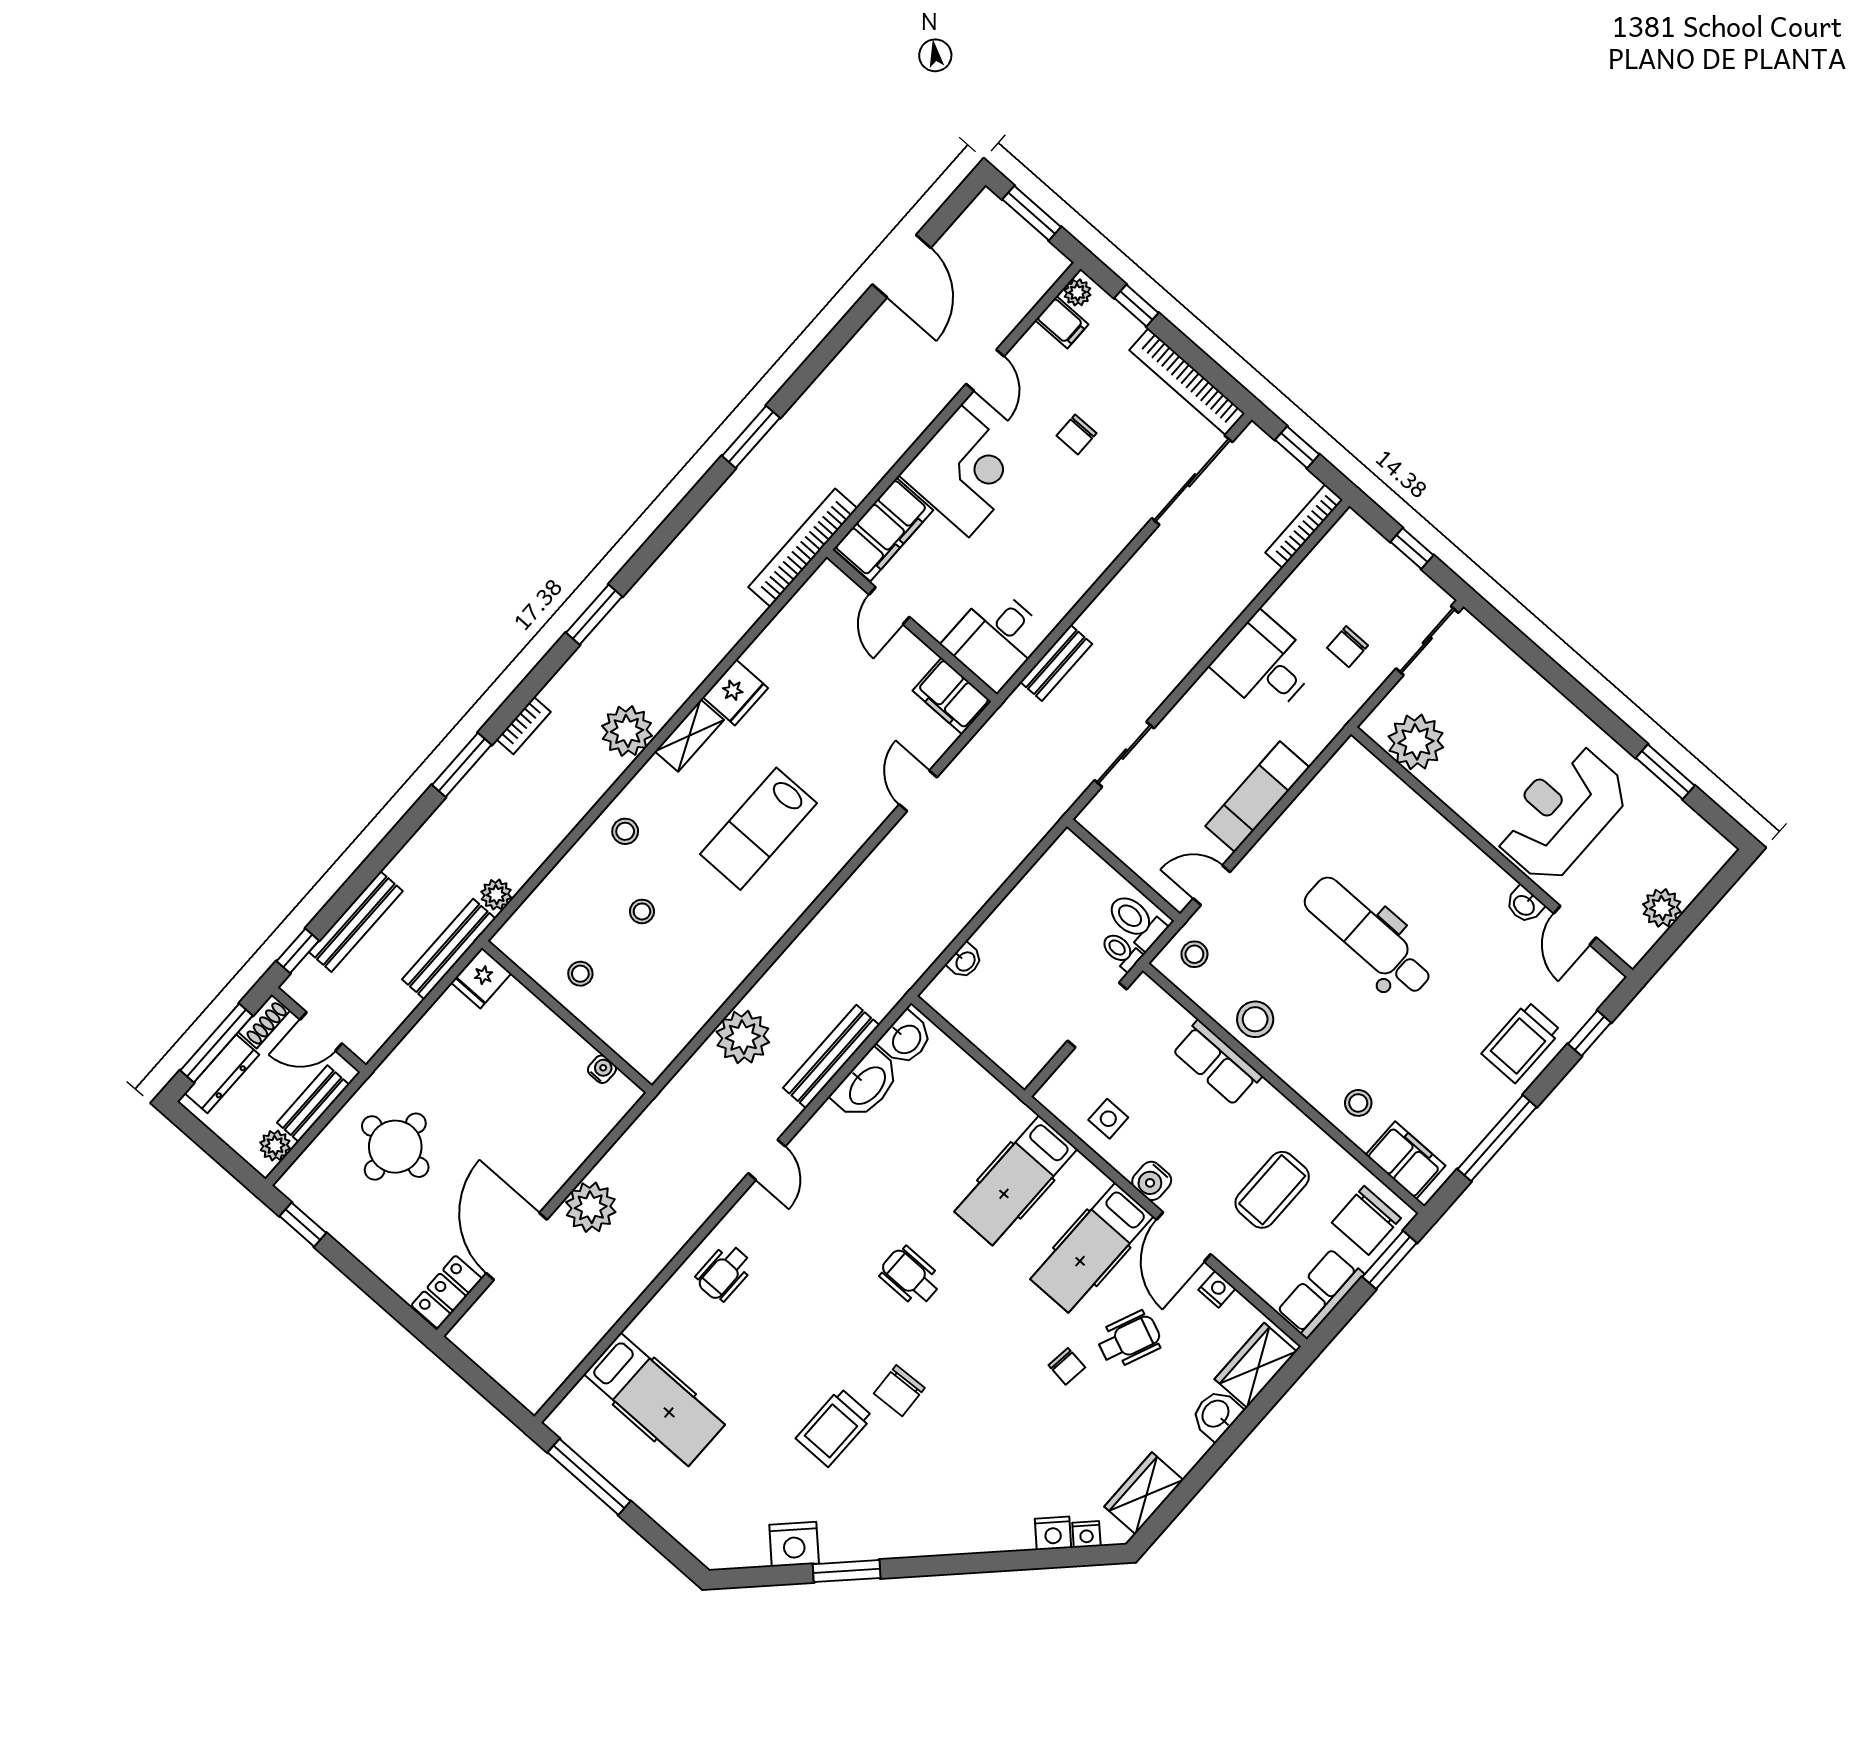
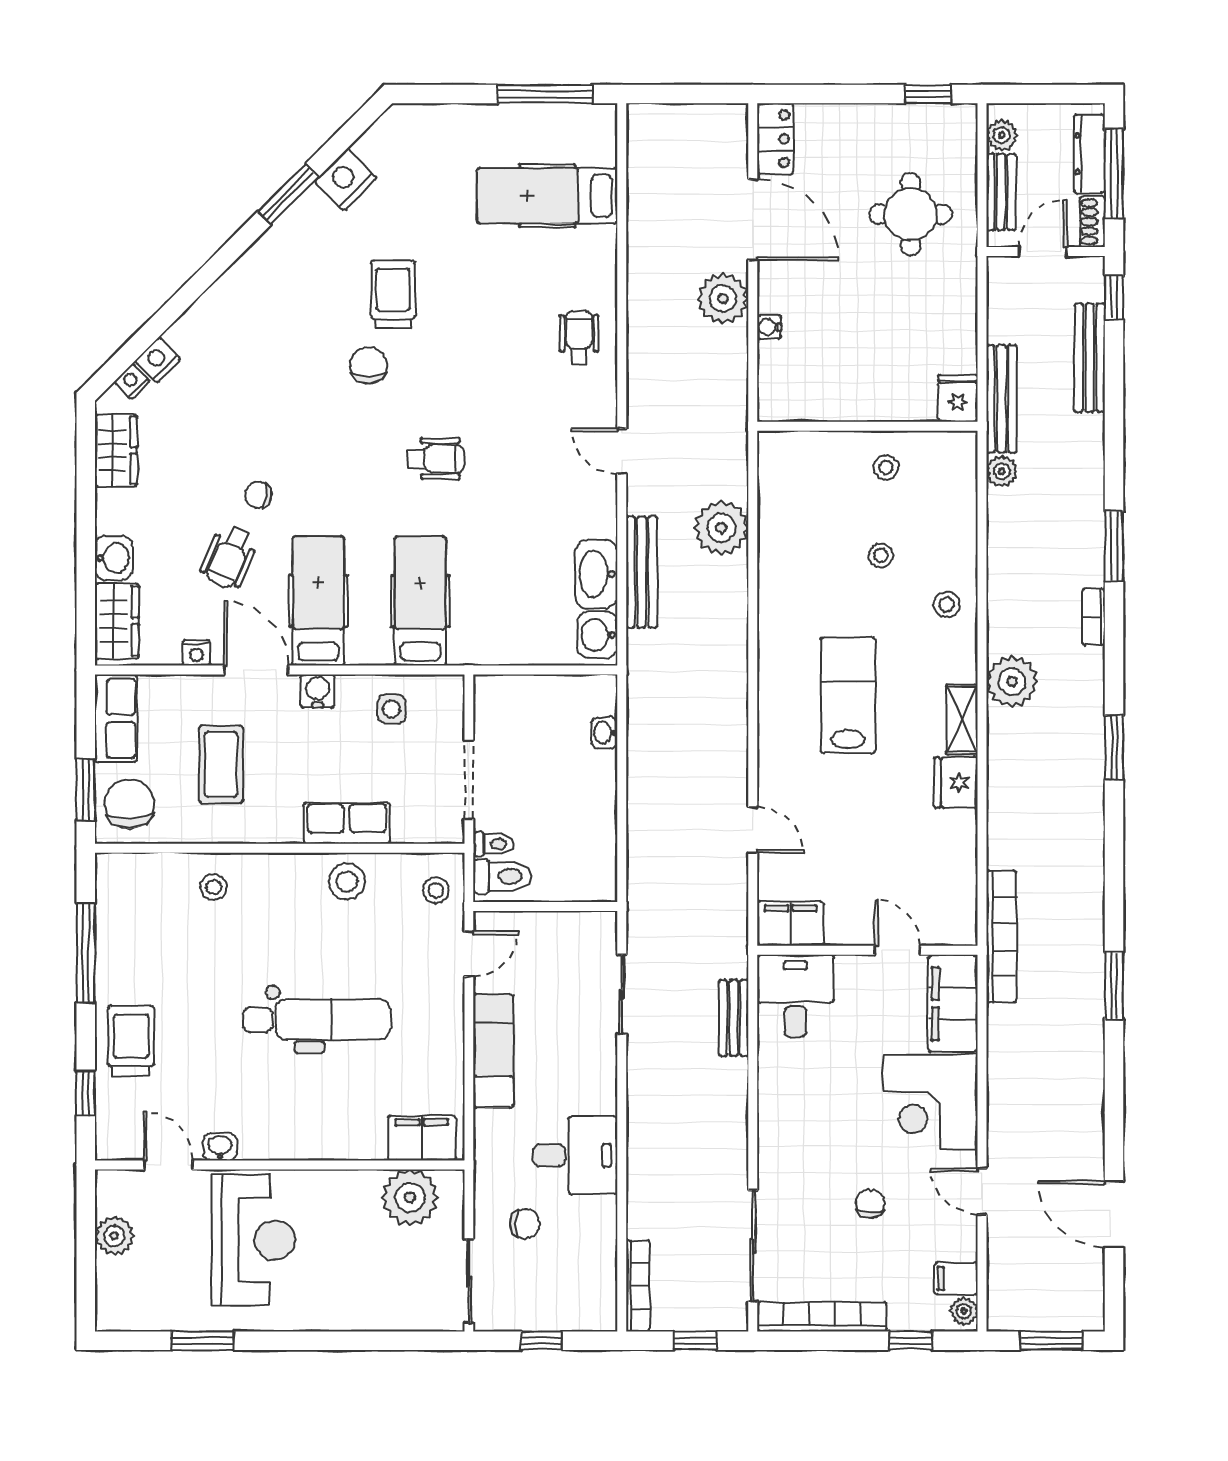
chair: (1347, 647) -> (525, 1224), turned 91
water cooler: (602, 1069) -> (769, 327), moved, turned 90
filing cabinet: (1406, 1160) -> (422, 1138), moved, turned 180

